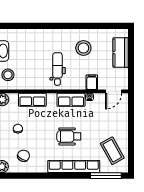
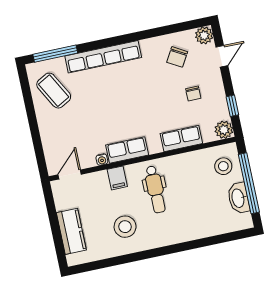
filing cabinet: (92, 82) -> (117, 178), moved
wheelchair: (69, 136) -> (119, 98), removed

